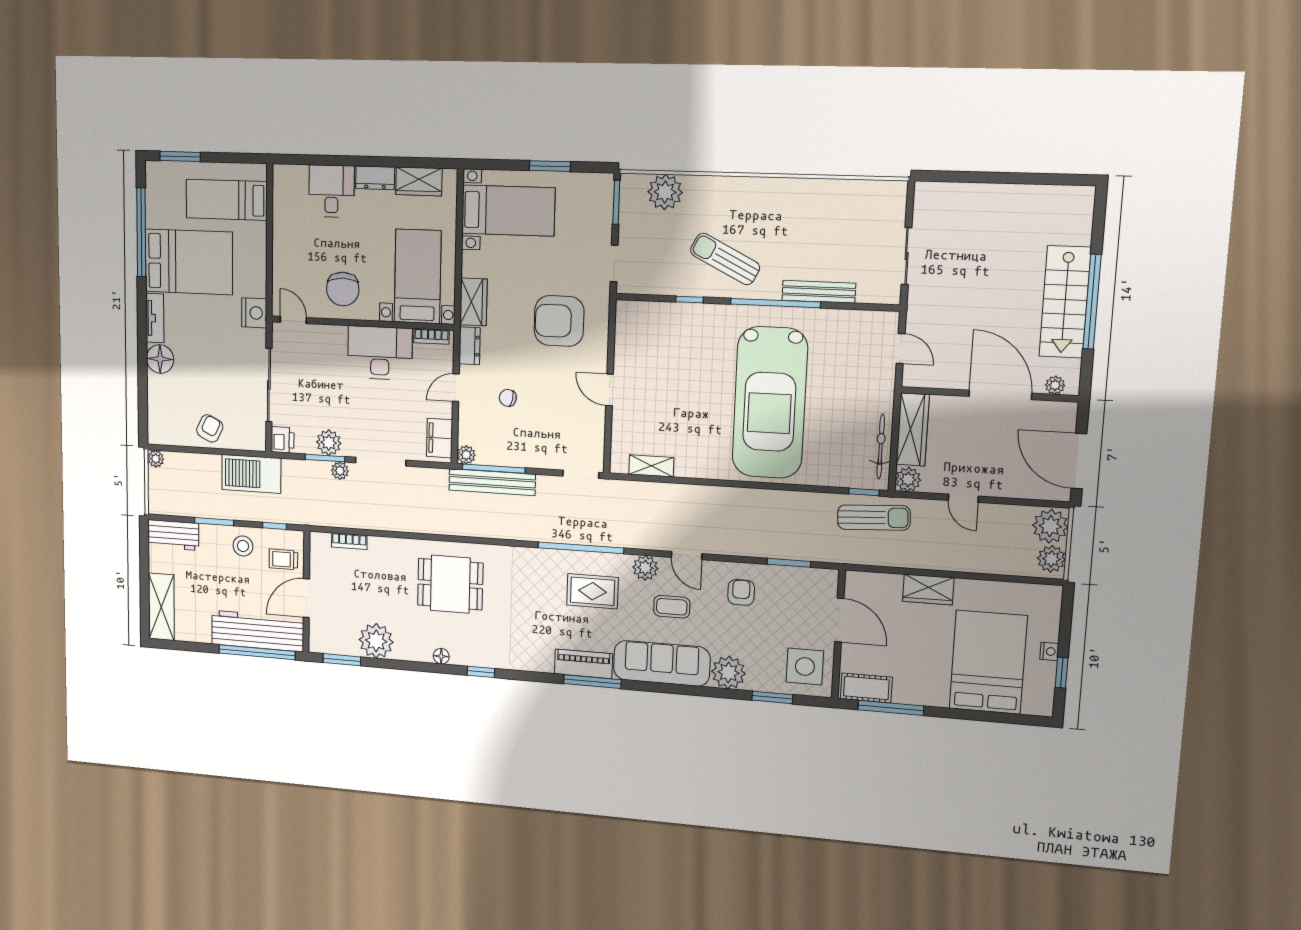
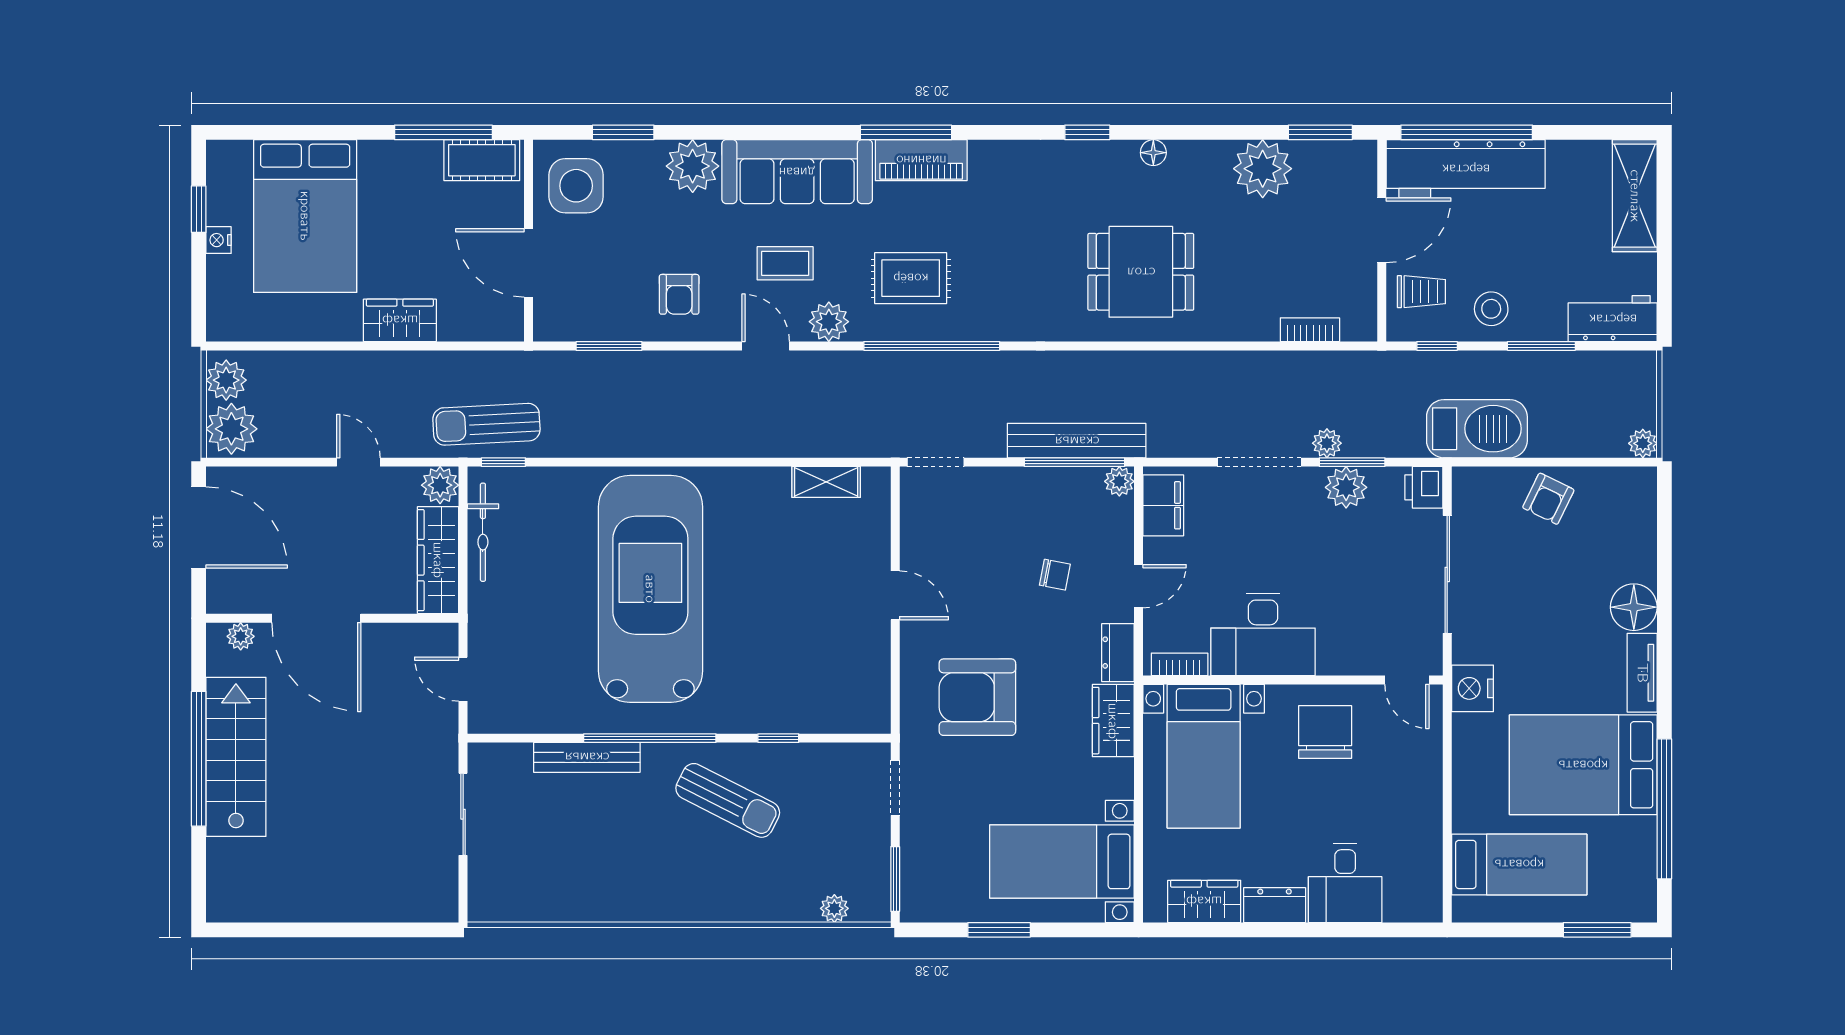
plant: (665, 192) -> (834, 908), width x0.53, depth x0.53
armchair: (559, 321) -> (977, 697), turned 180

